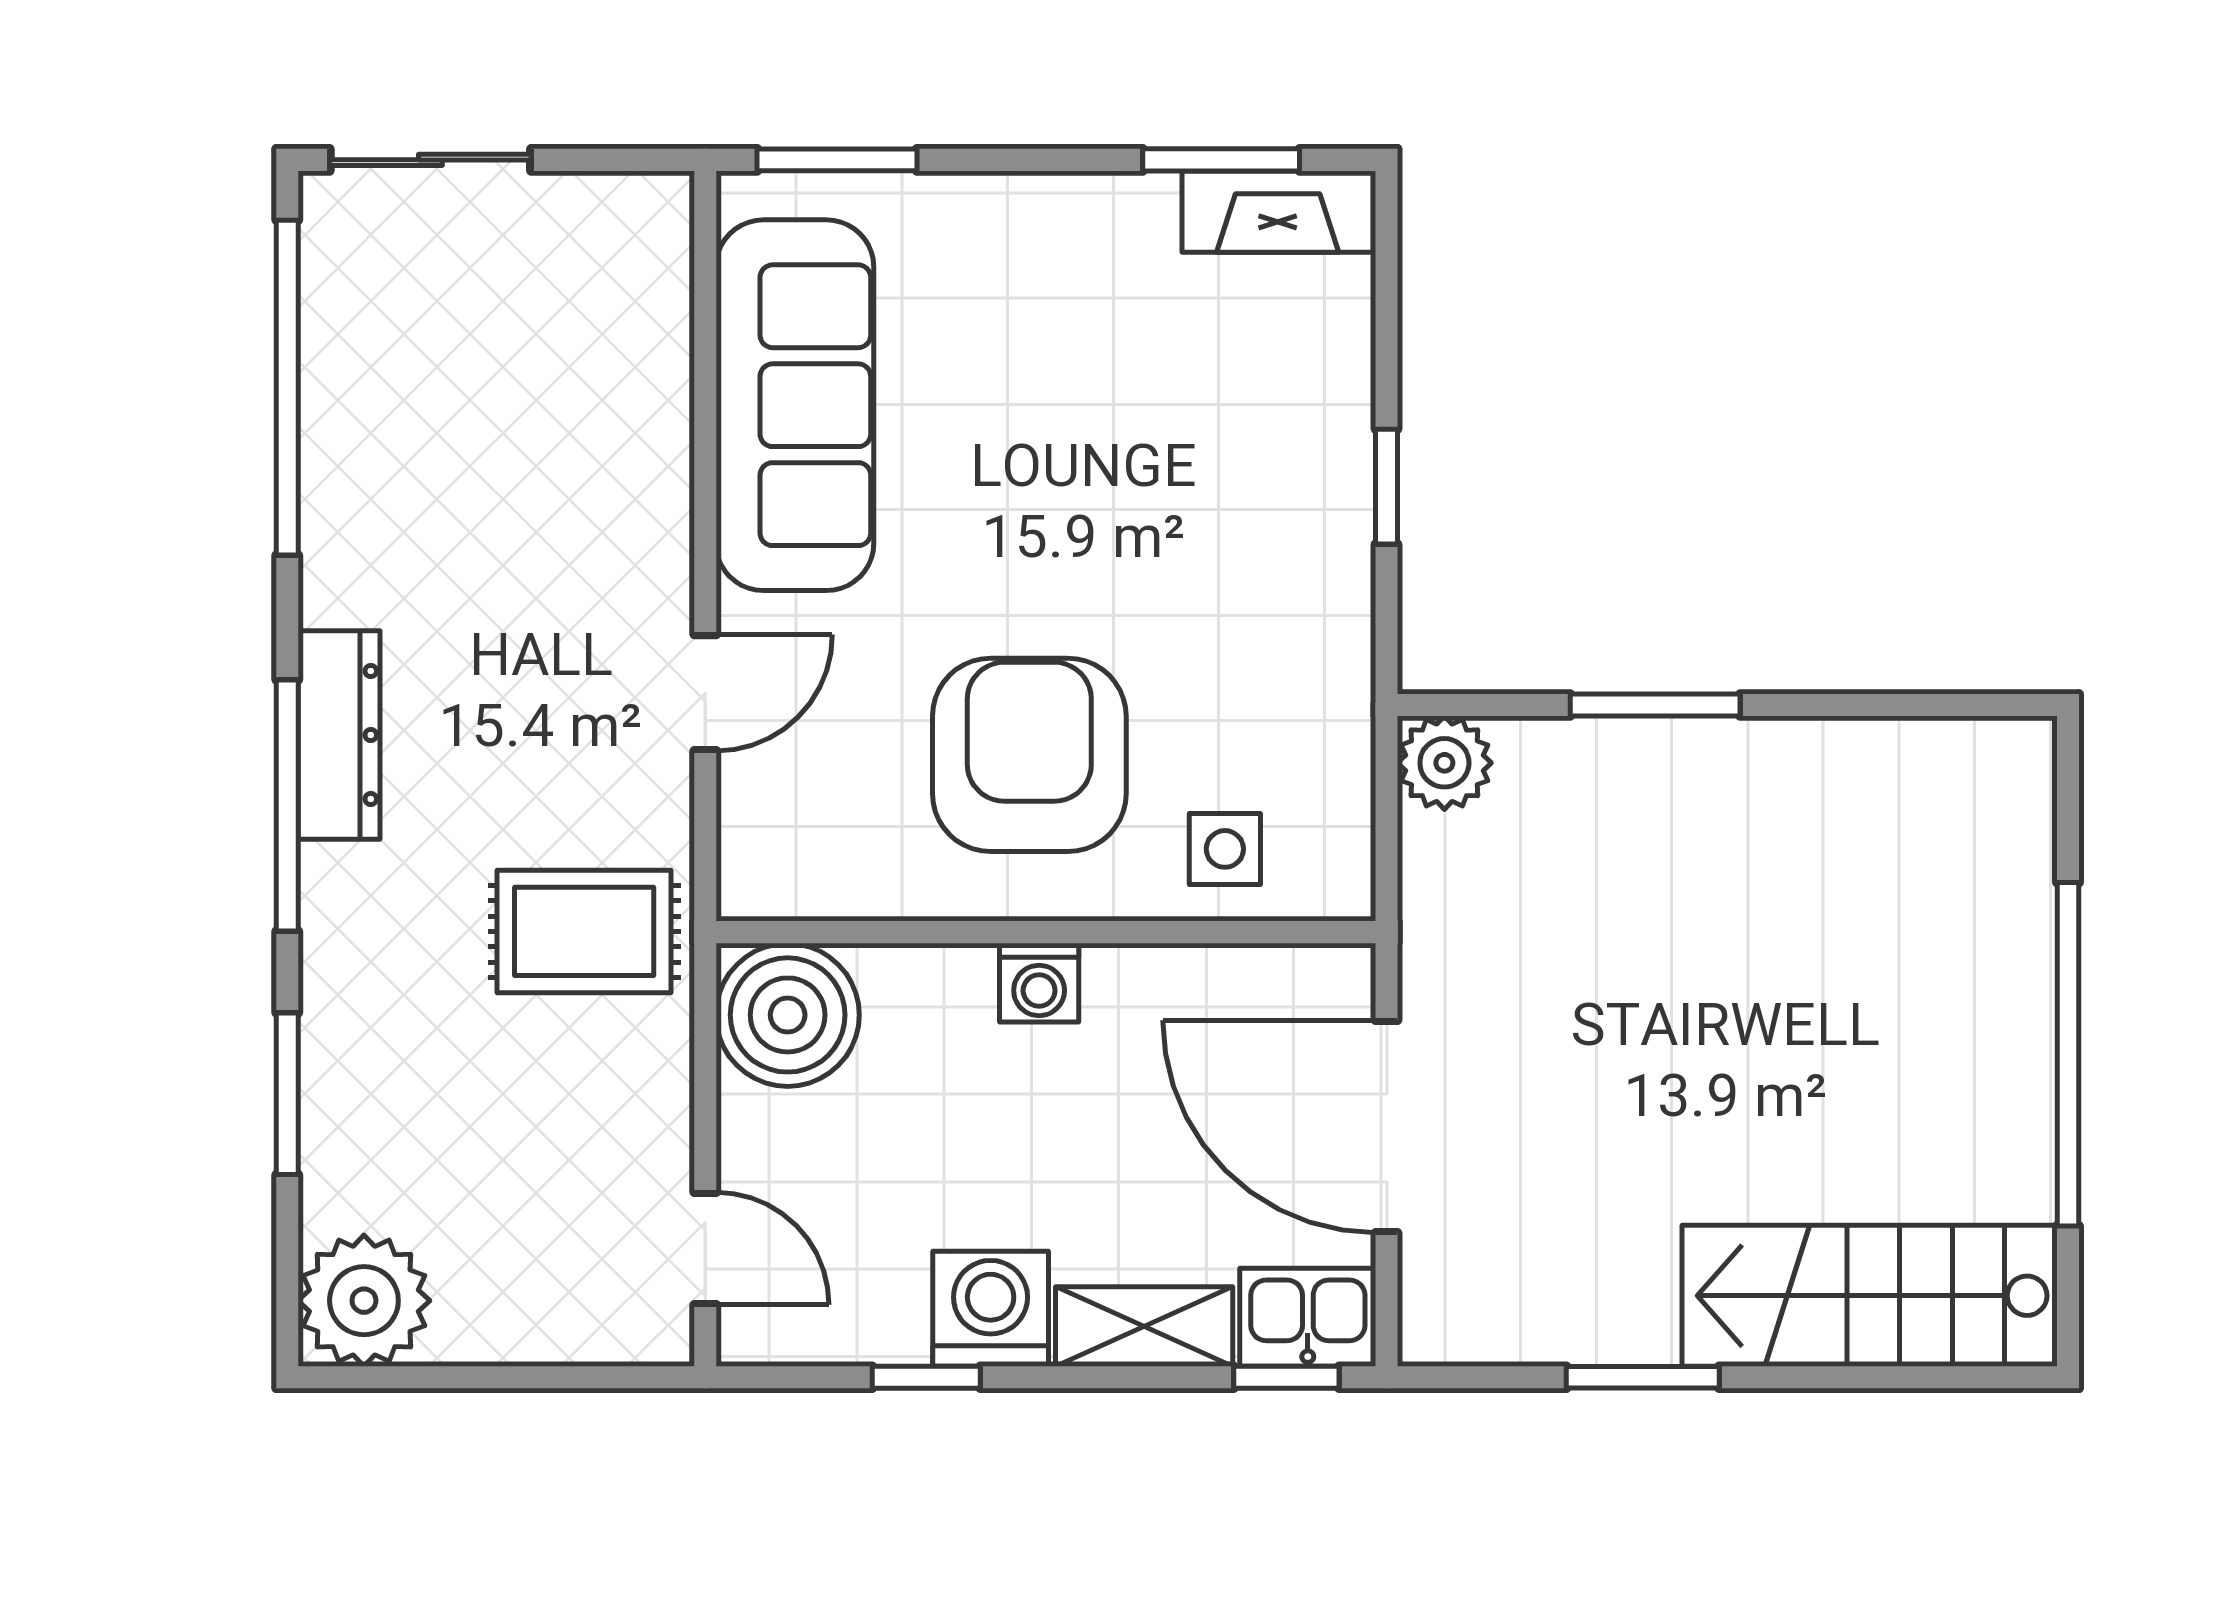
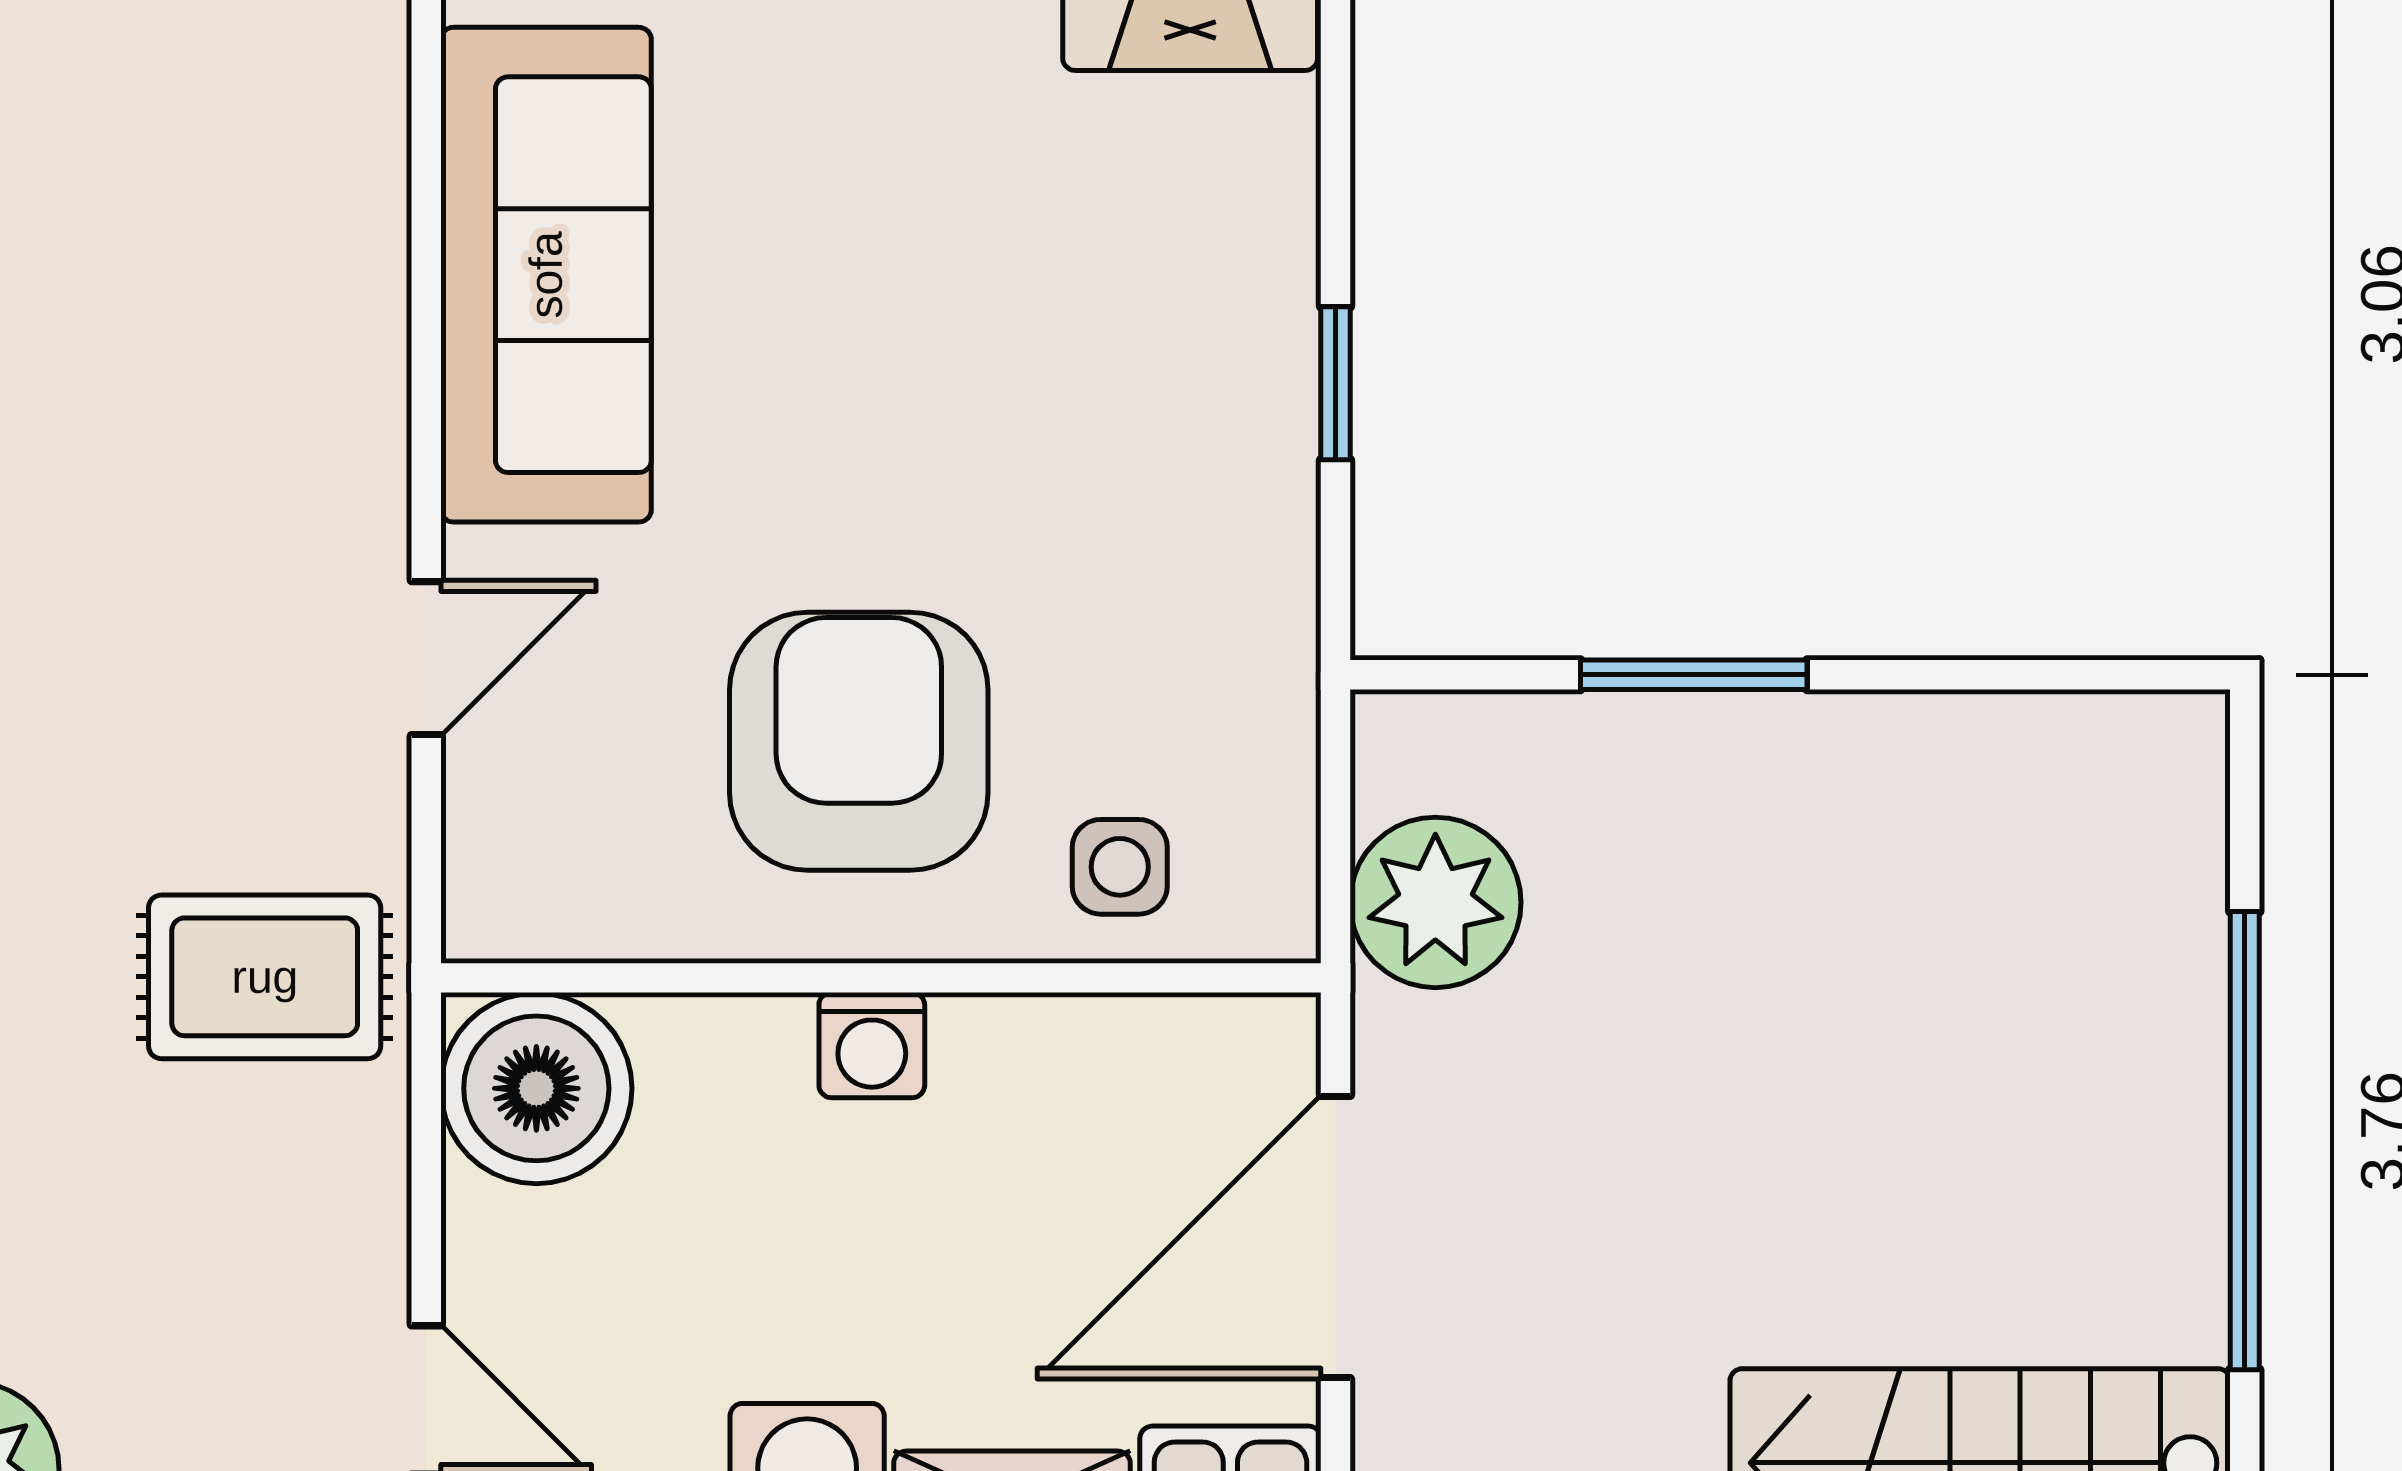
plant: (1444, 763) -> (1435, 902), moved, width x1.36, depth x1.36
door: (1387, 1126) -> (1336, 1237), hinge flipped

